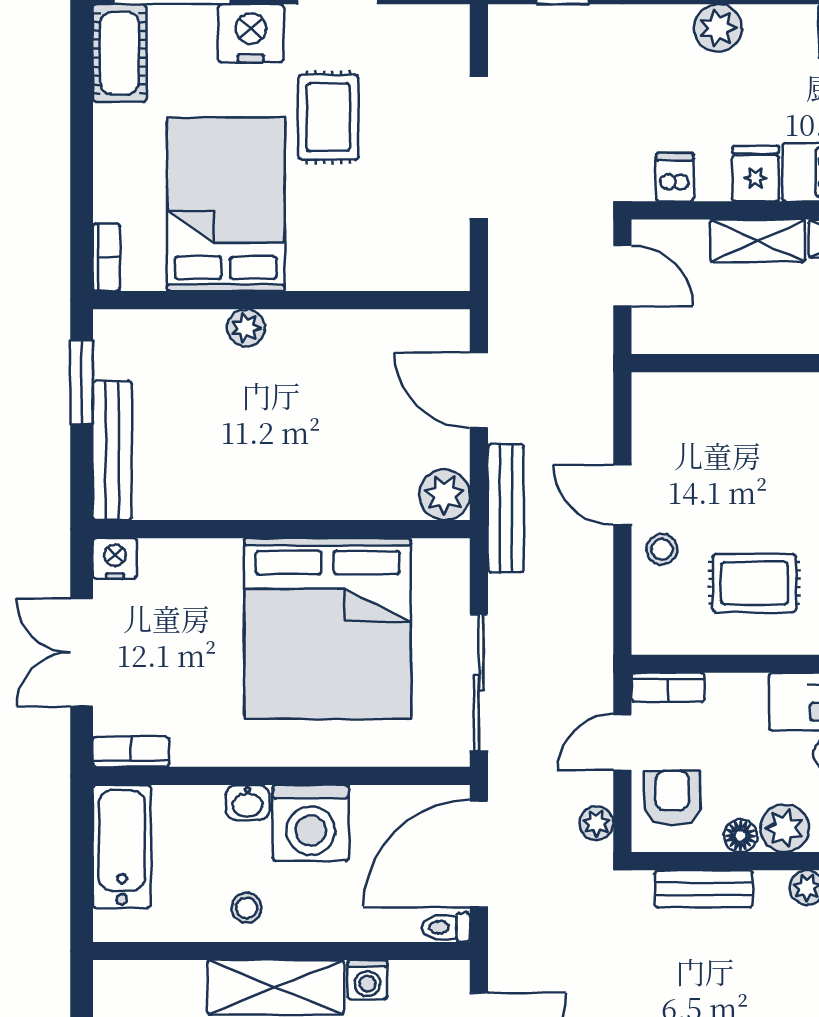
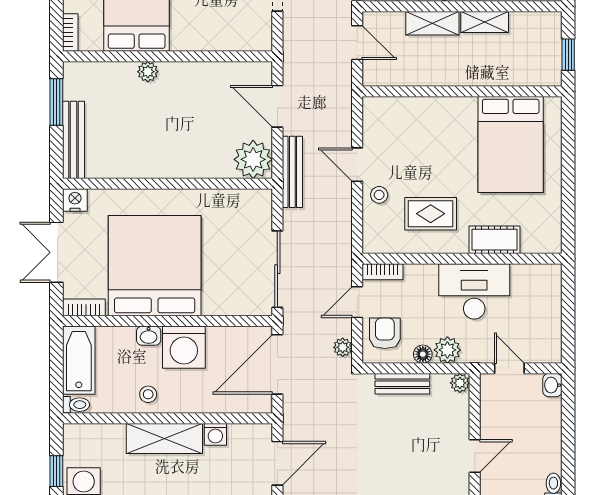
plant: (444, 495) -> (253, 159), width x1.36, depth x1.36
bed: (328, 628) -> (155, 266), moved, turned 180
toilet: (446, 927) -> (76, 405), moved, turned 180

